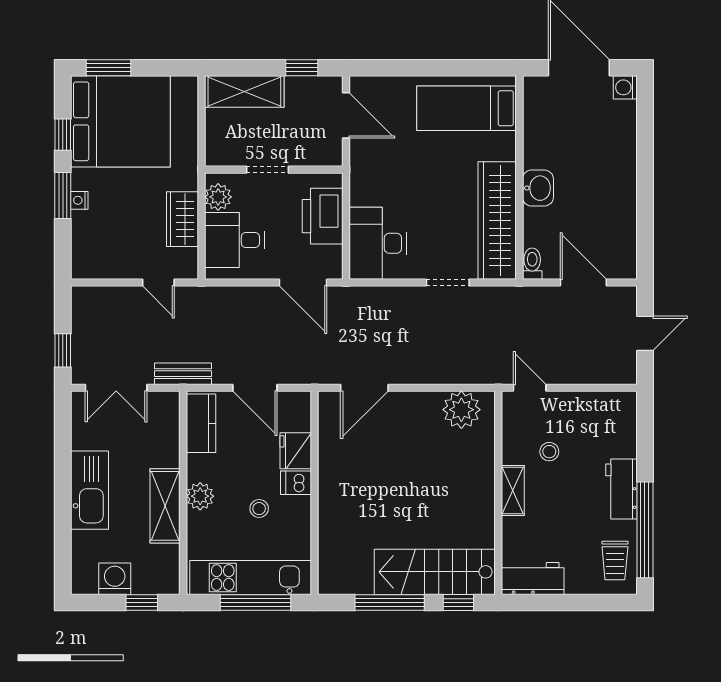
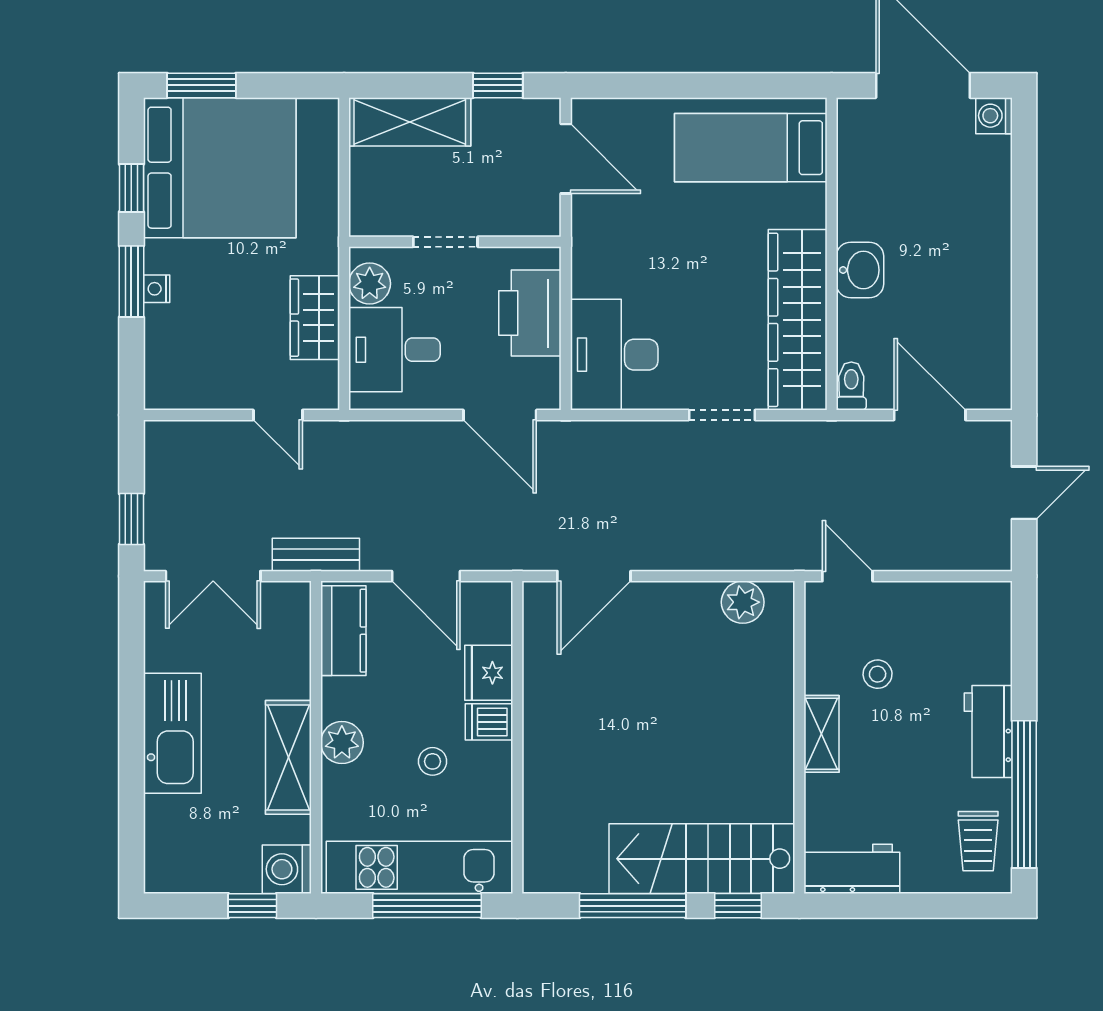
plant: (461, 410) -> (743, 602), width x0.73, depth x0.73
washing machine: (115, 579) -> (287, 869), moved, turned -90

